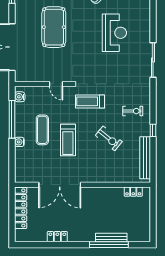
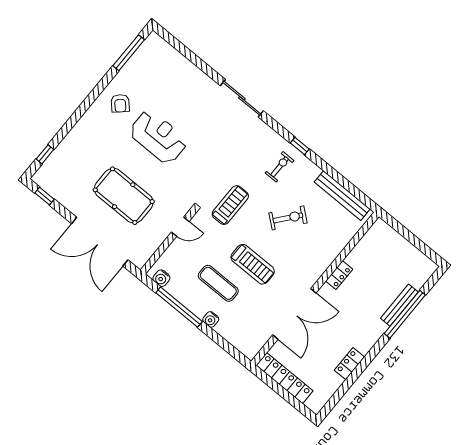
pool table: (54, 27) -> (124, 196), moved
reception desk: (114, 33) -> (158, 137), moved
treadmill: (90, 101) -> (230, 205), turned 180
window: (153, 130) -> (300, 146), moved
locker: (133, 192) -> (339, 275), moved

